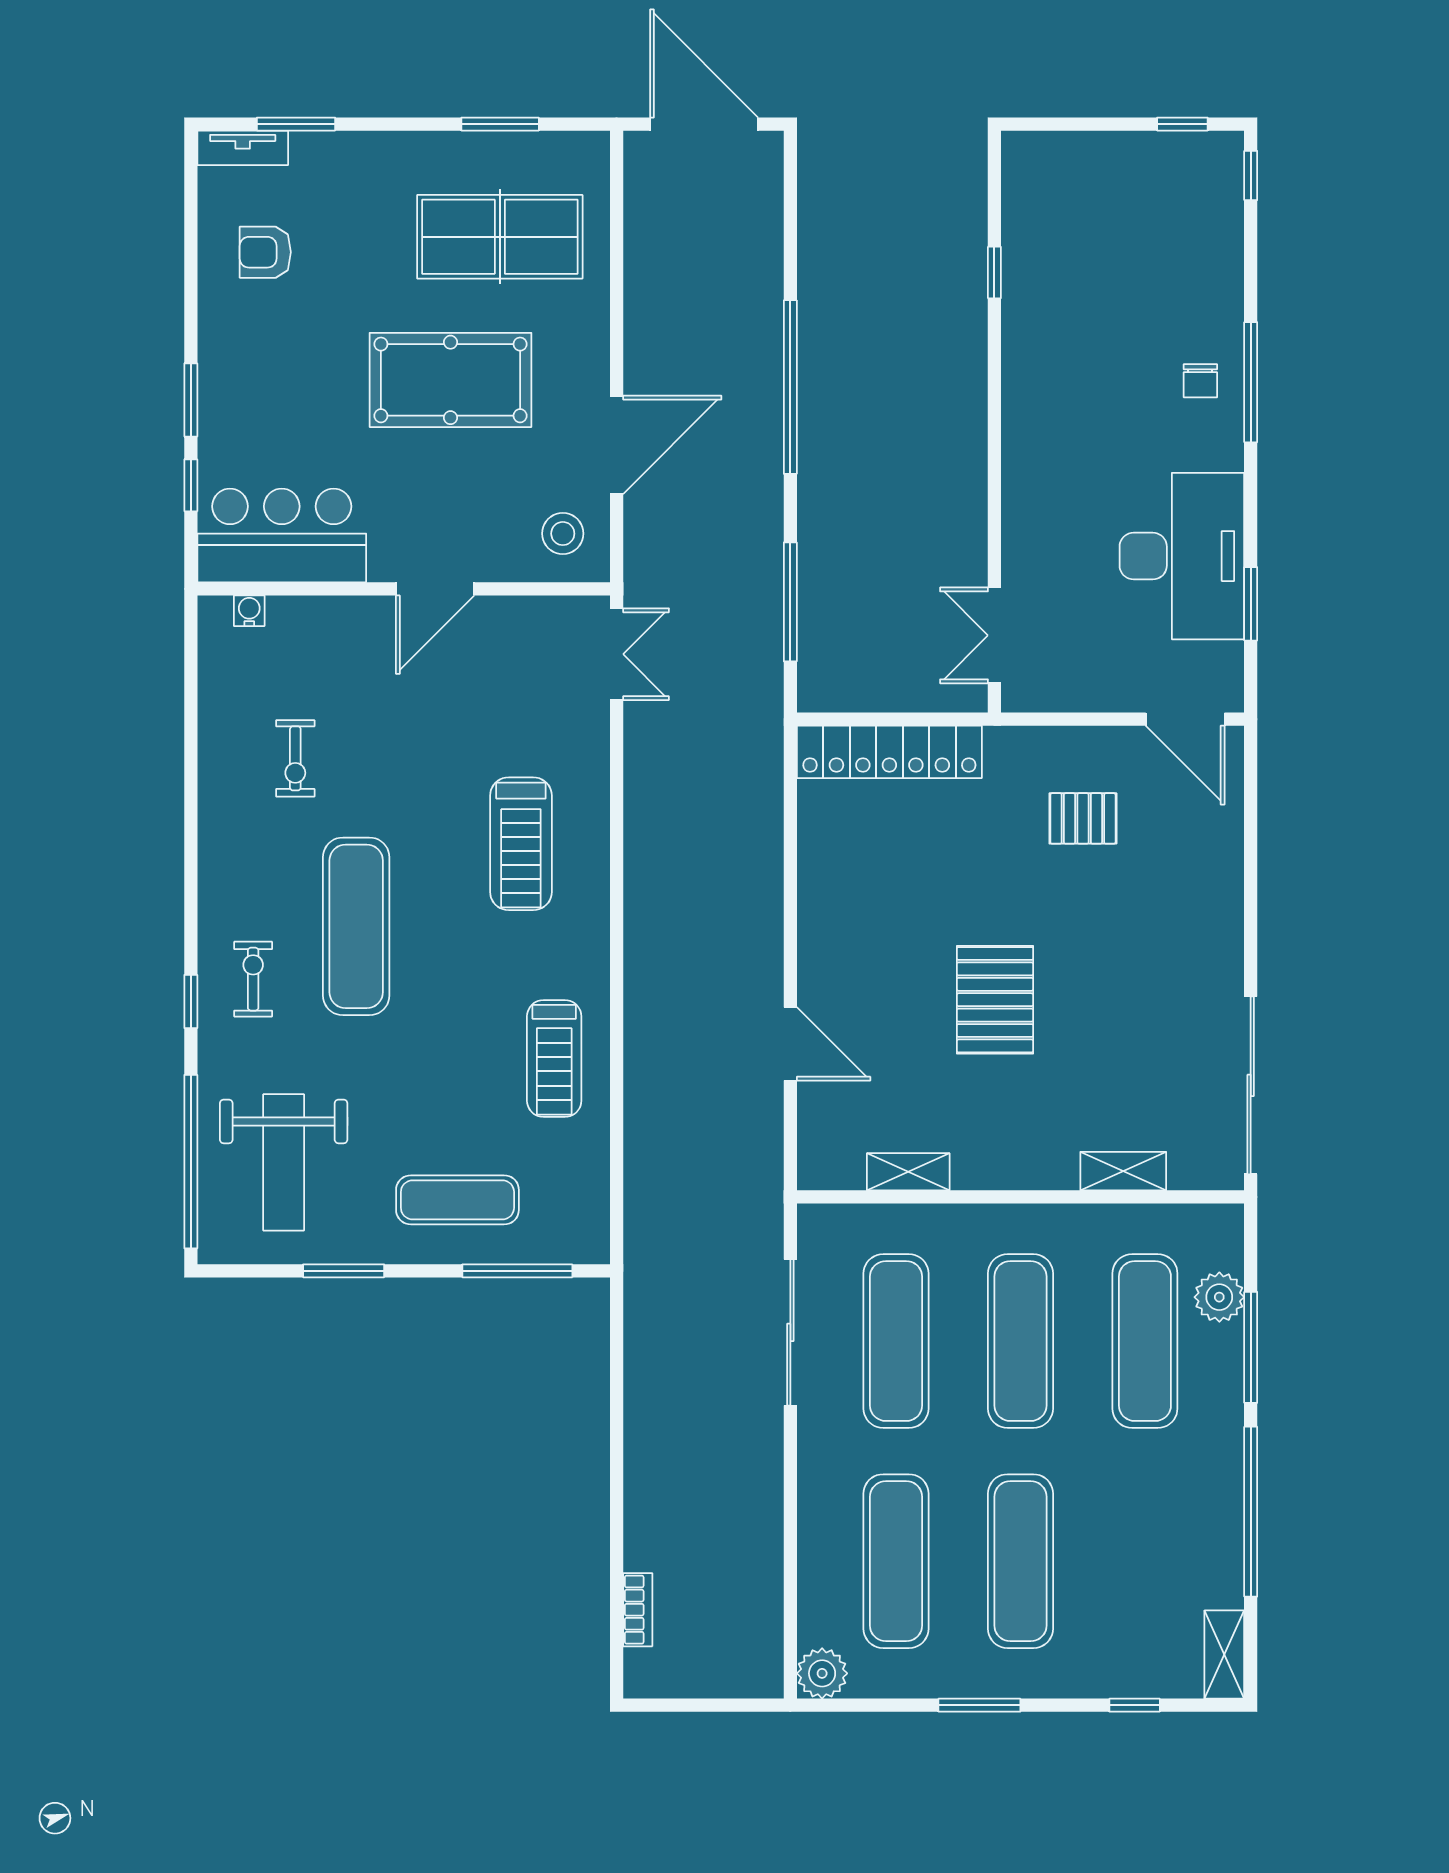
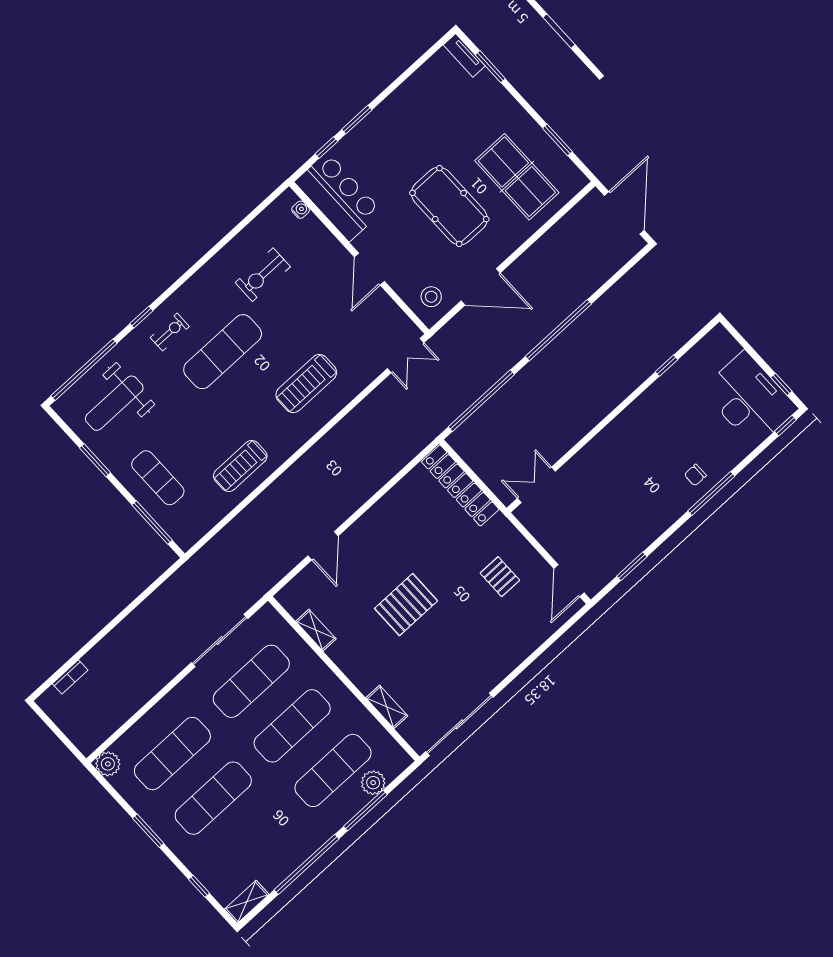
armchair: (265, 252) -> (434, 98), removed
desk: (1182, 556) -> (750, 399), moved, turned -90
door: (435, 589) -> (369, 269), hinge flipped
window: (790, 602) -> (481, 401), width x1.46
exercise bike: (295, 758) -> (263, 275), width x1.38, depth x1.39

